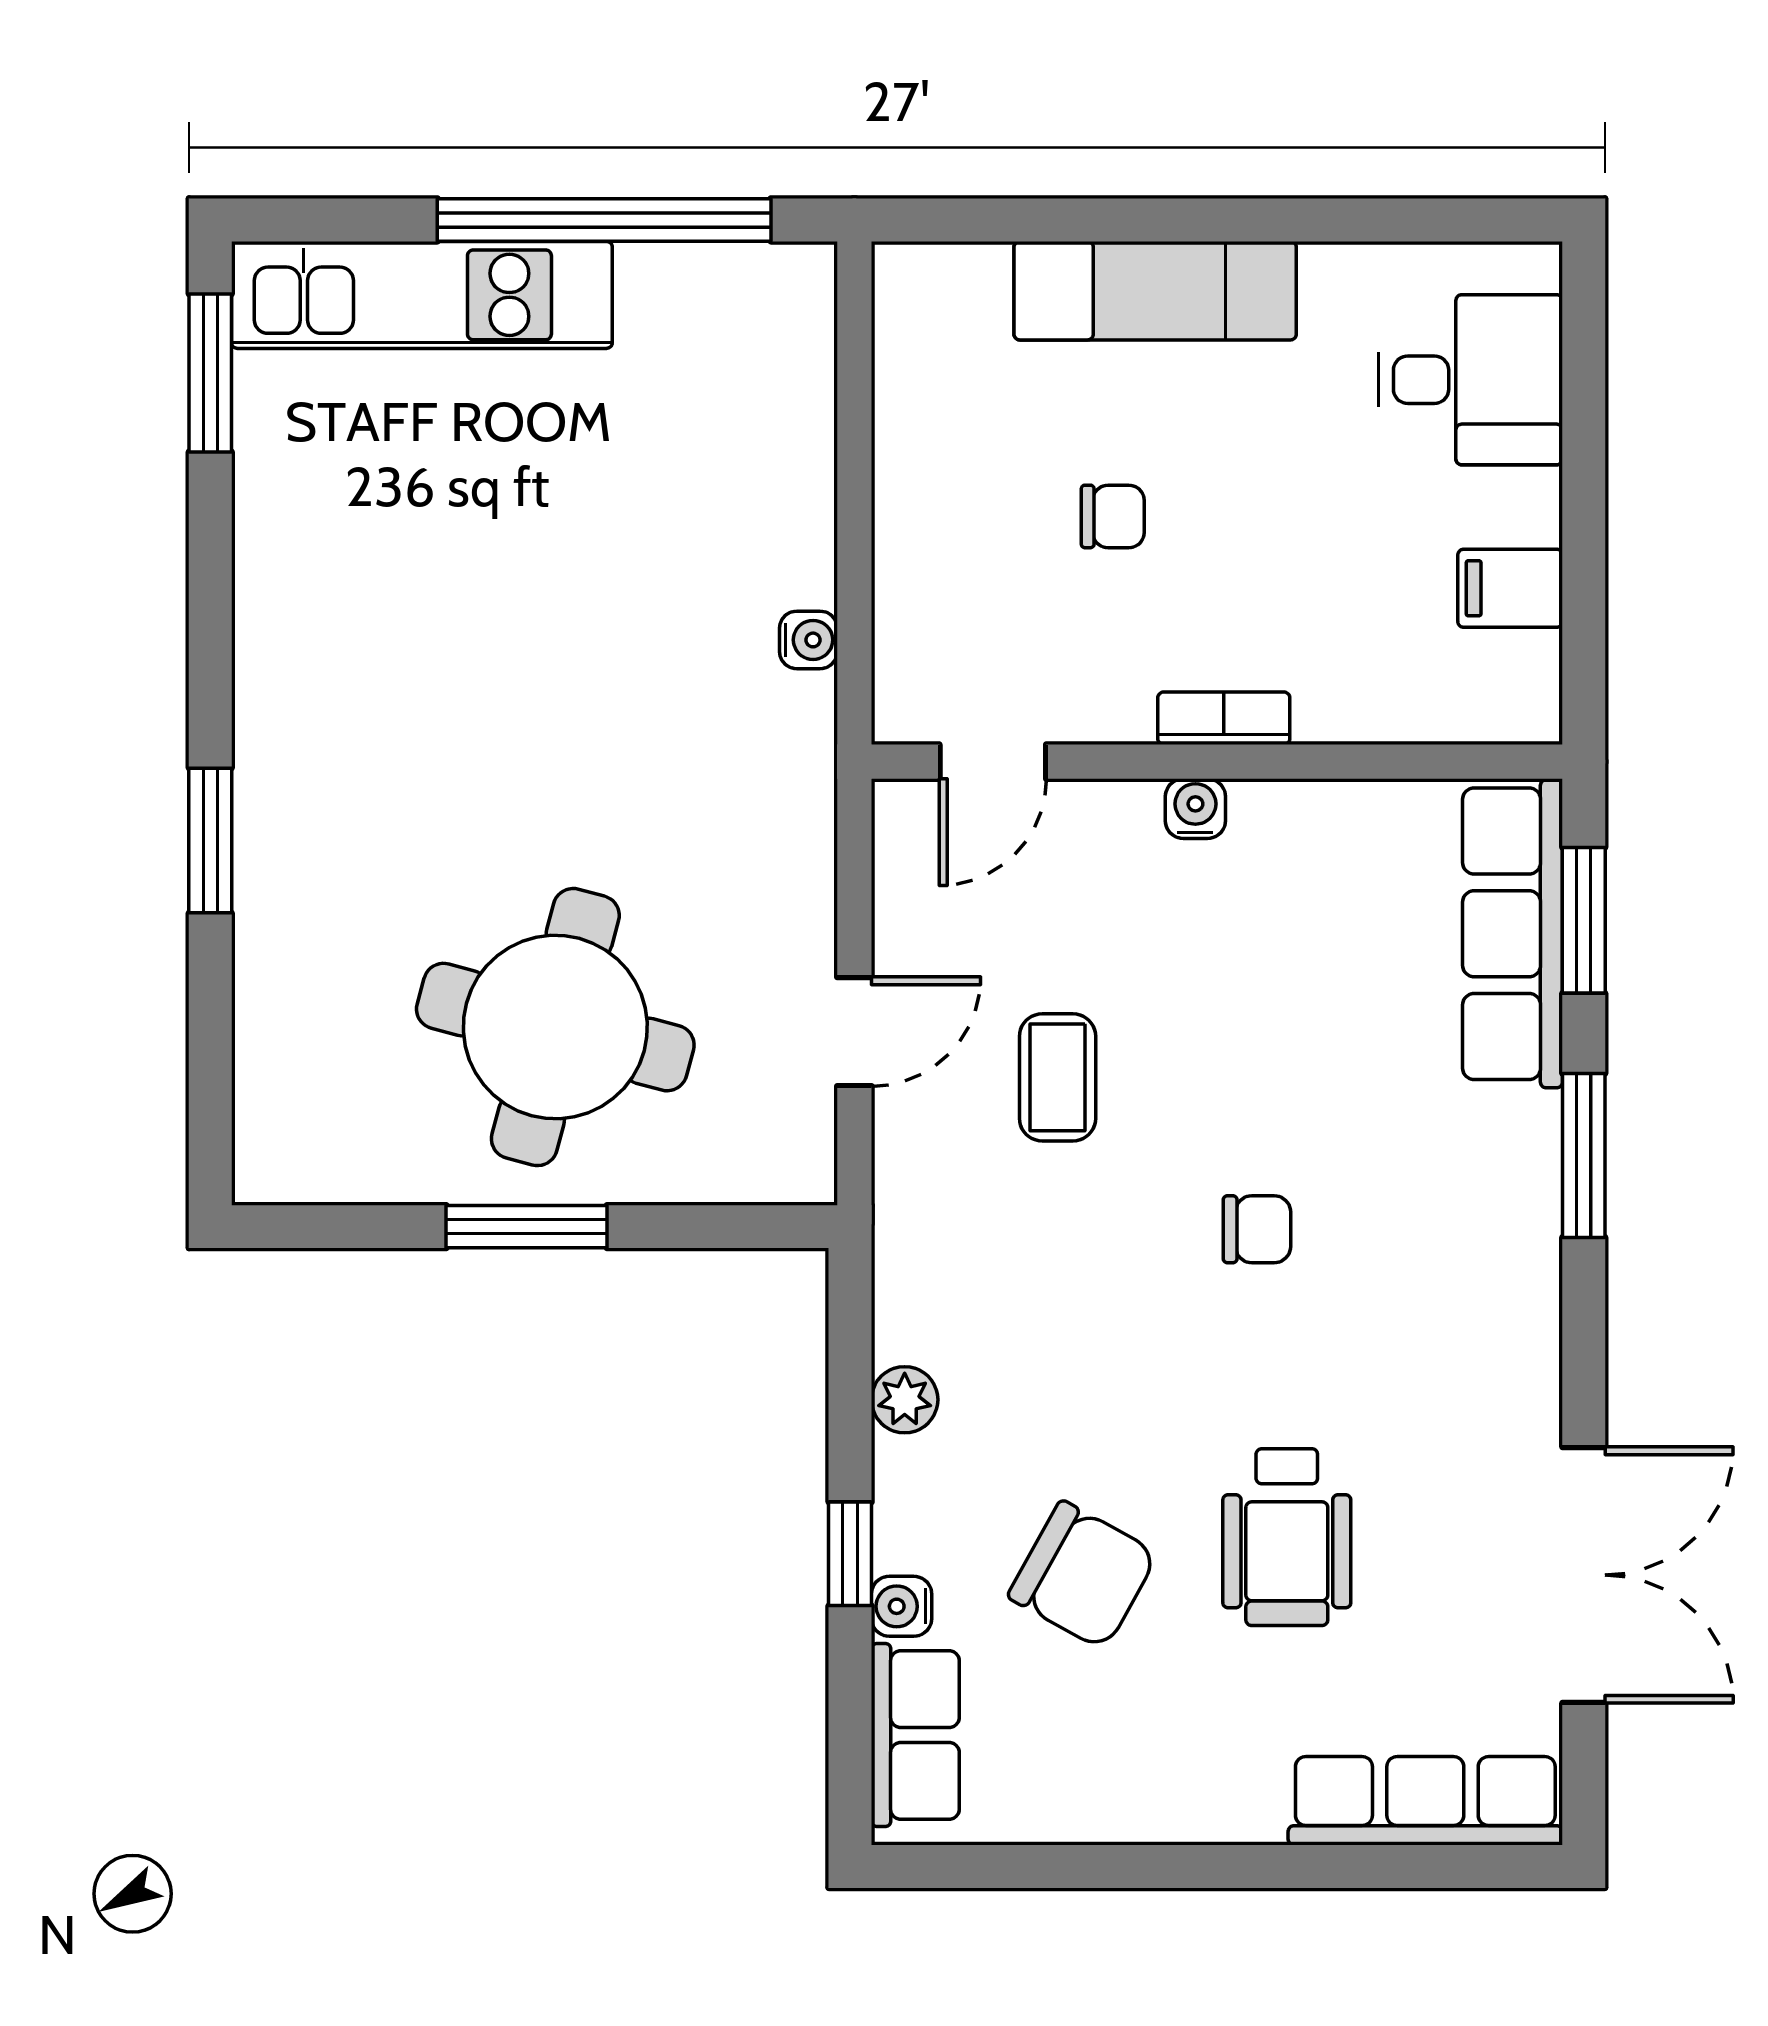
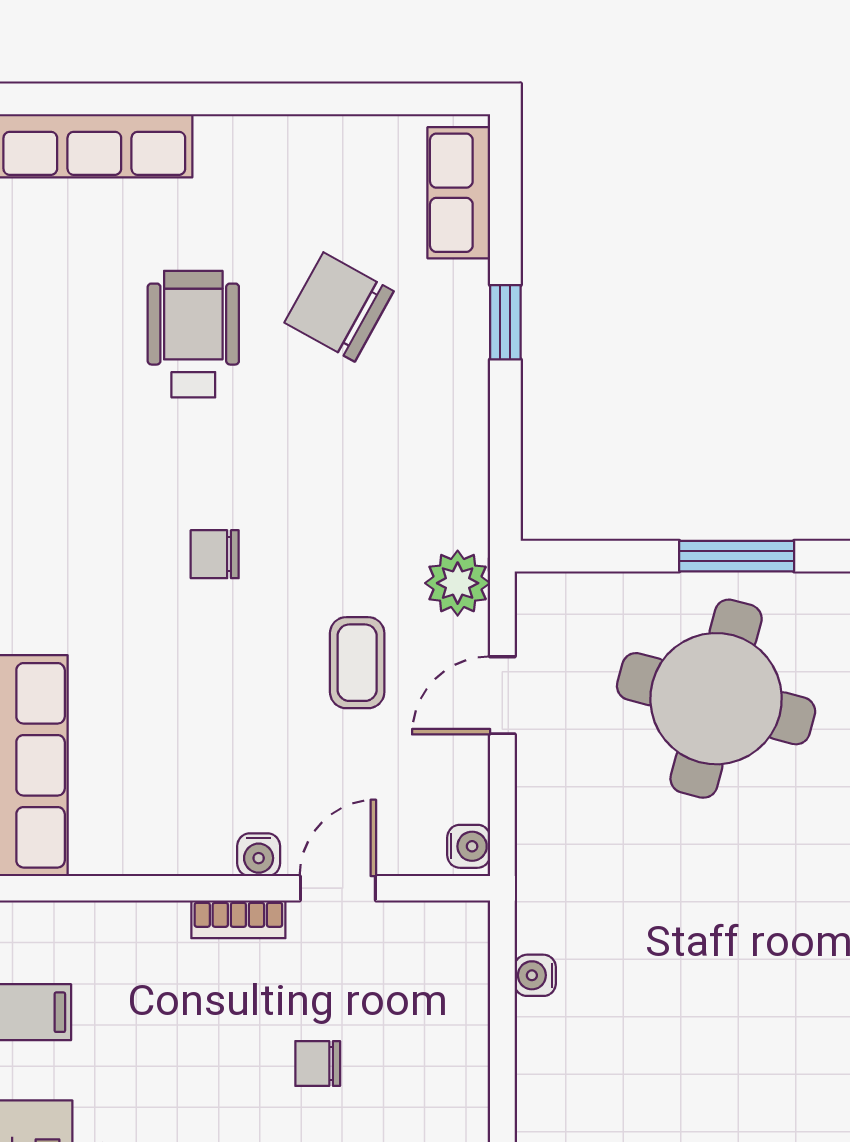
door: (993, 762) -> (338, 888), moved
plant: (905, 1400) -> (458, 583), moved, width x1.38, depth x1.38
water cooler: (902, 1606) -> (469, 846), moved

